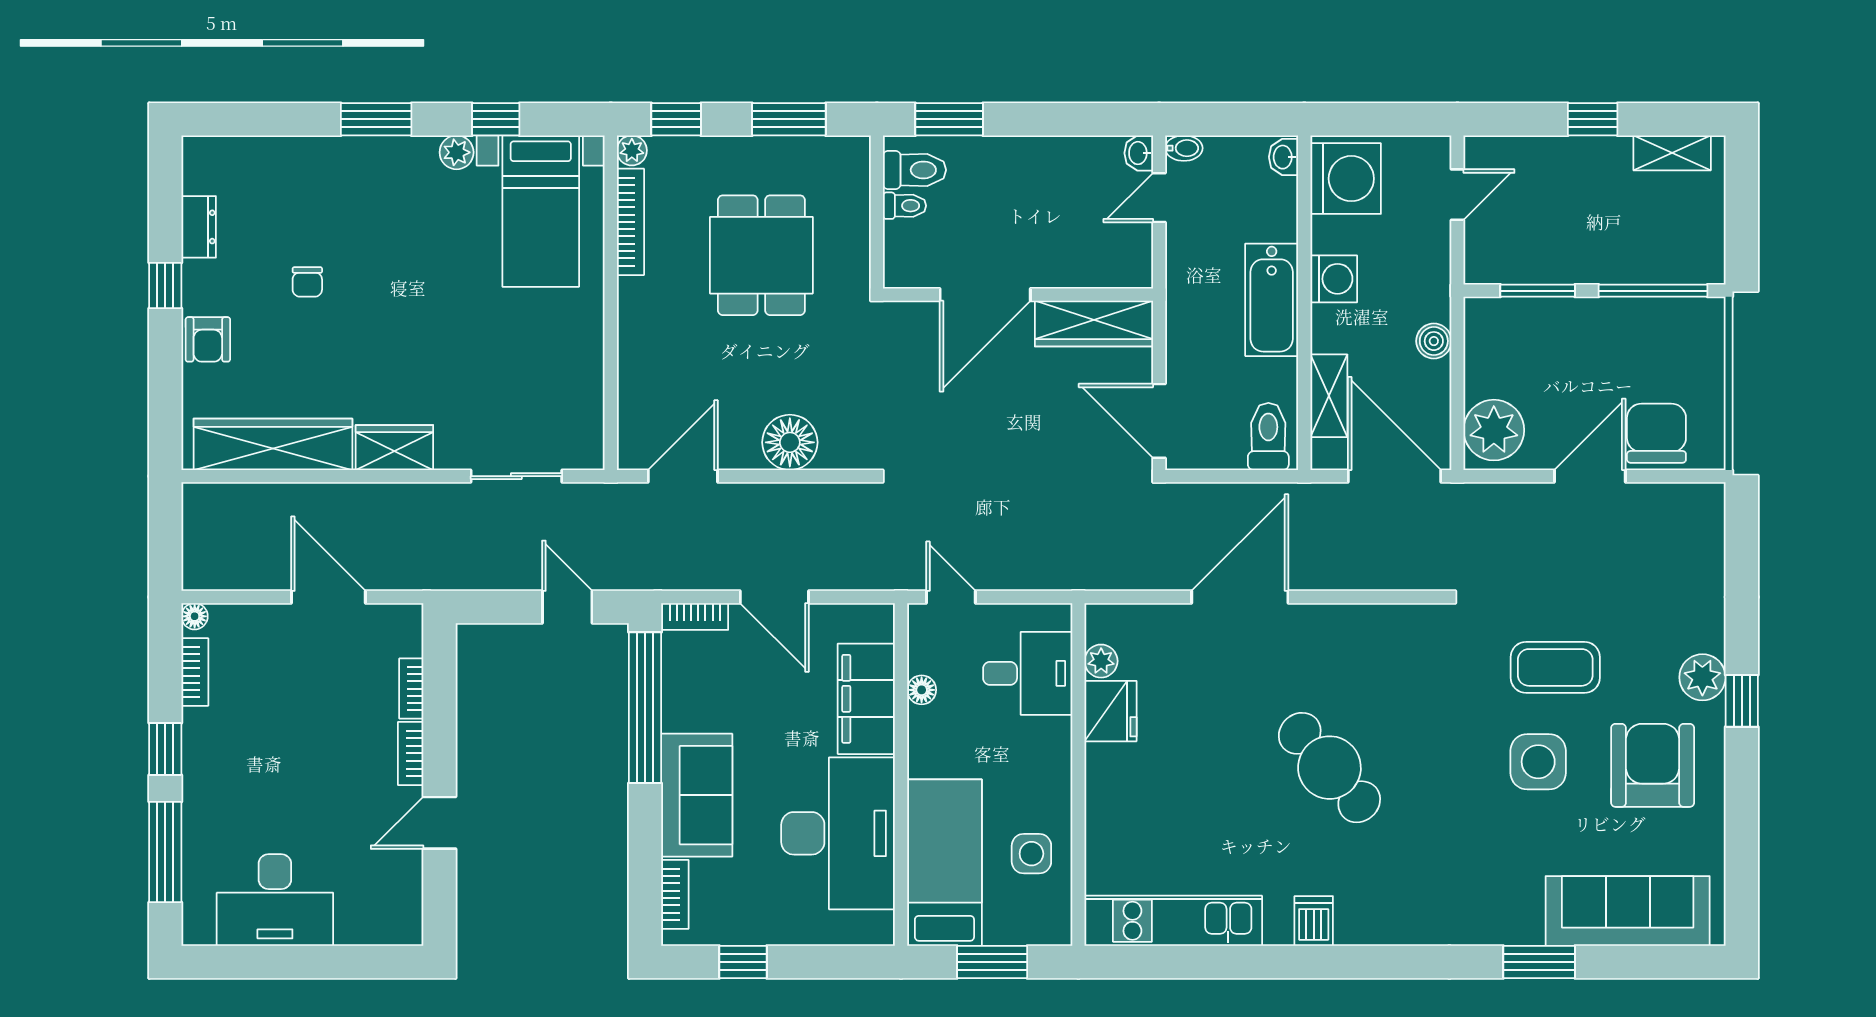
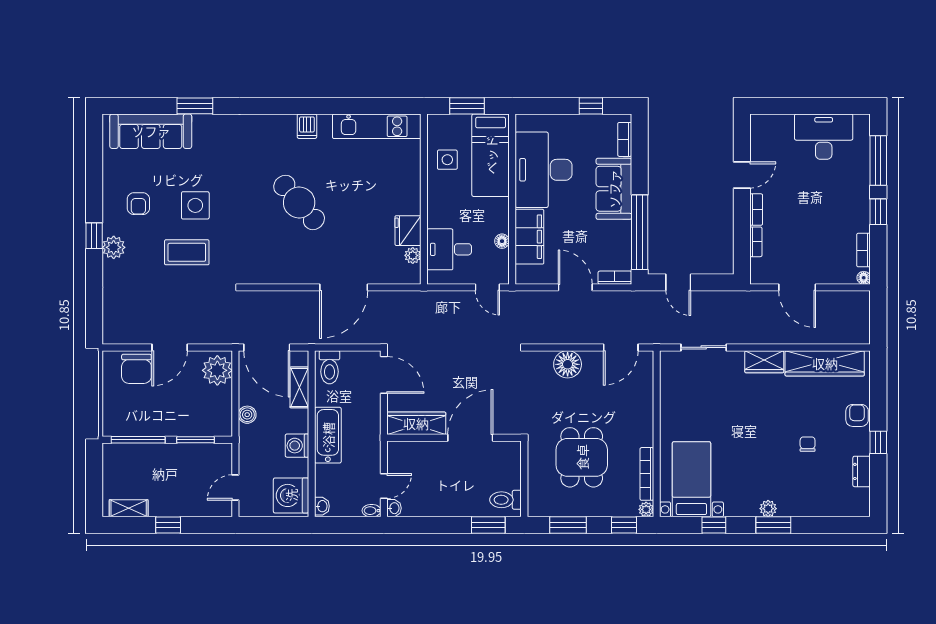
plant: (457, 152) -> (768, 509), moved
toilet: (905, 206) -> (510, 482), removed
armchair: (1653, 765) -> (138, 204), width x0.53, depth x0.53

